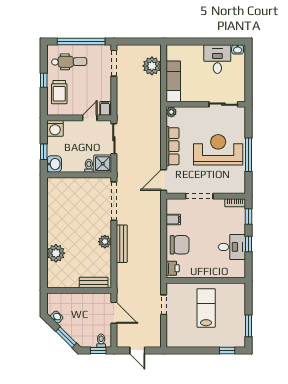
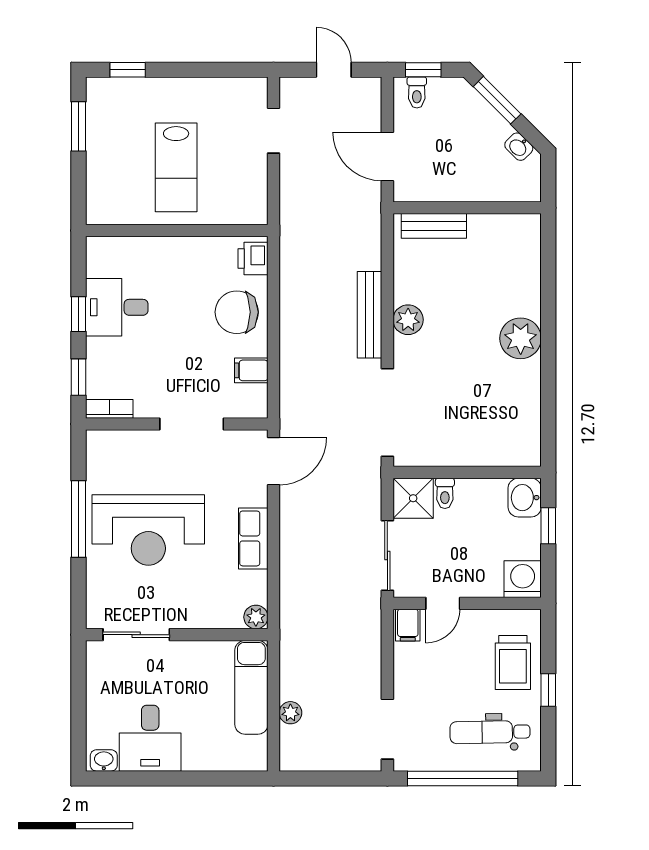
plant: (152, 66) -> (290, 713), width x0.53, depth x0.53
trolley: (59, 92) -> (513, 663), turned 180
row of seats: (172, 146) -> (253, 538), width x0.68
plant: (56, 253) -> (521, 338), moved
doorway: (164, 305) -> (274, 131), moved

